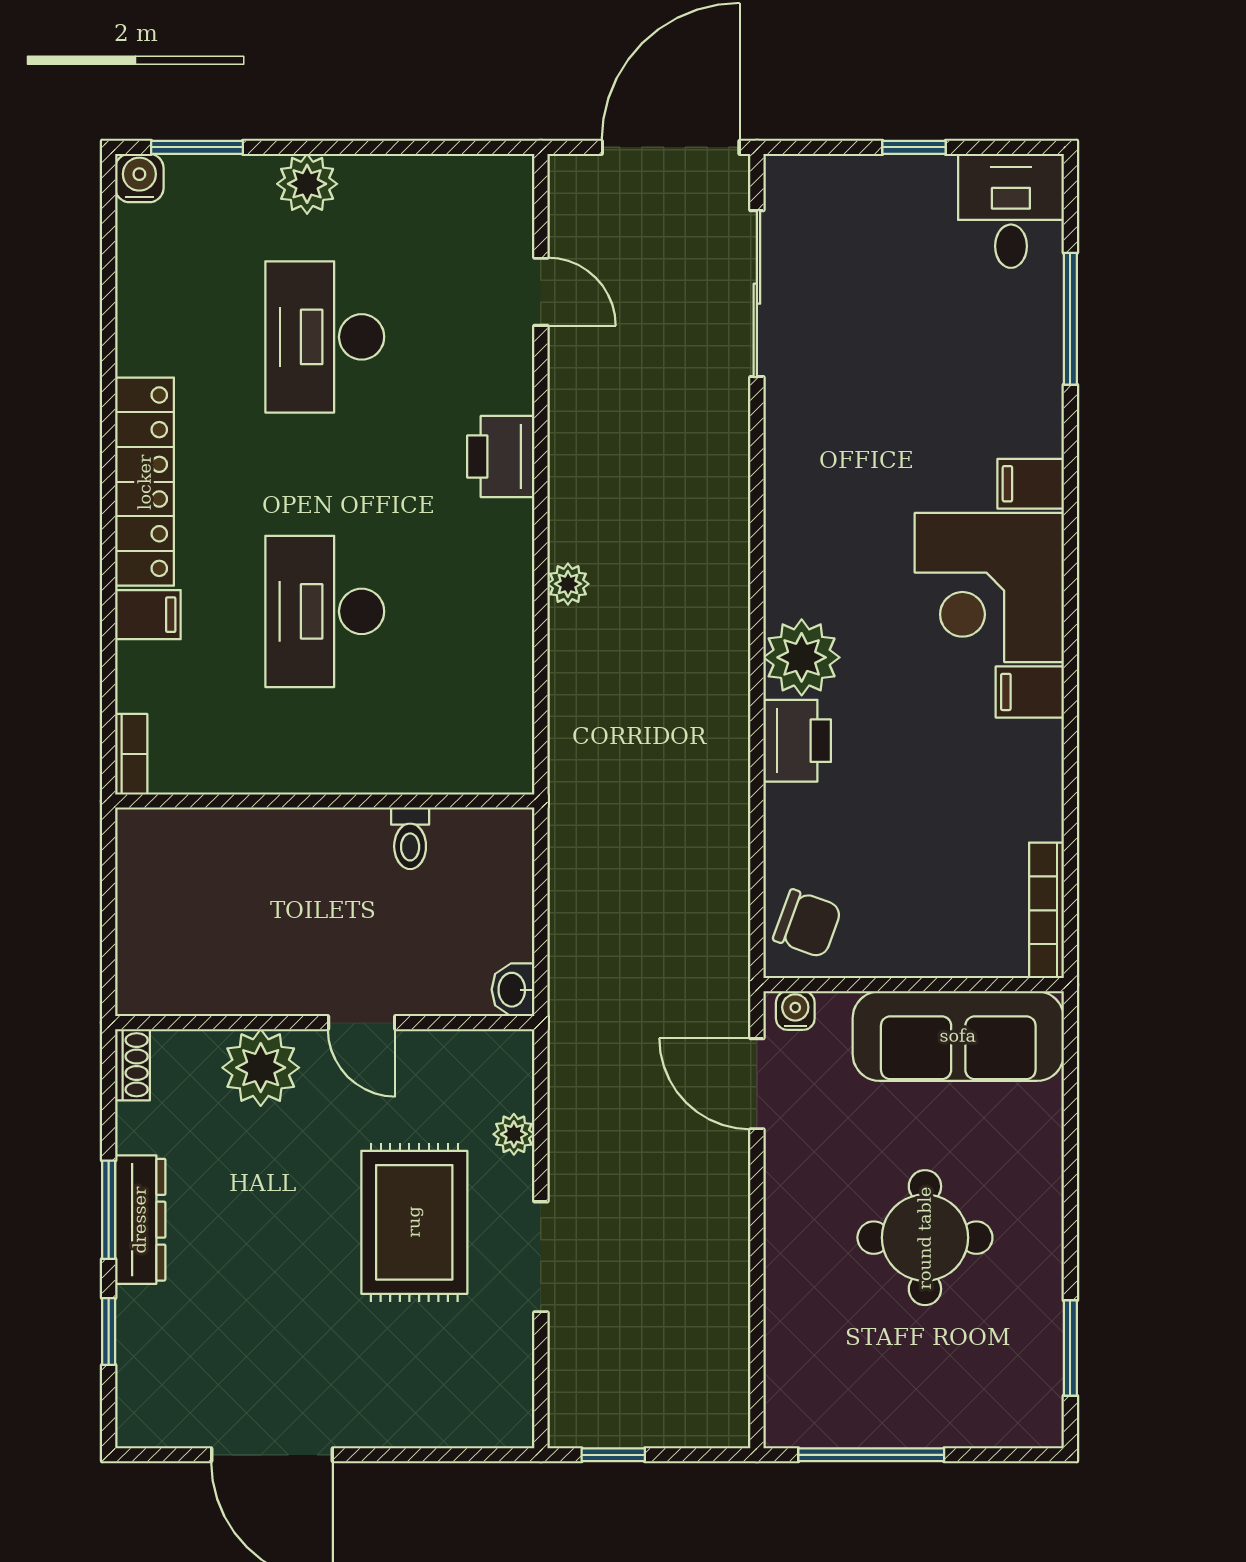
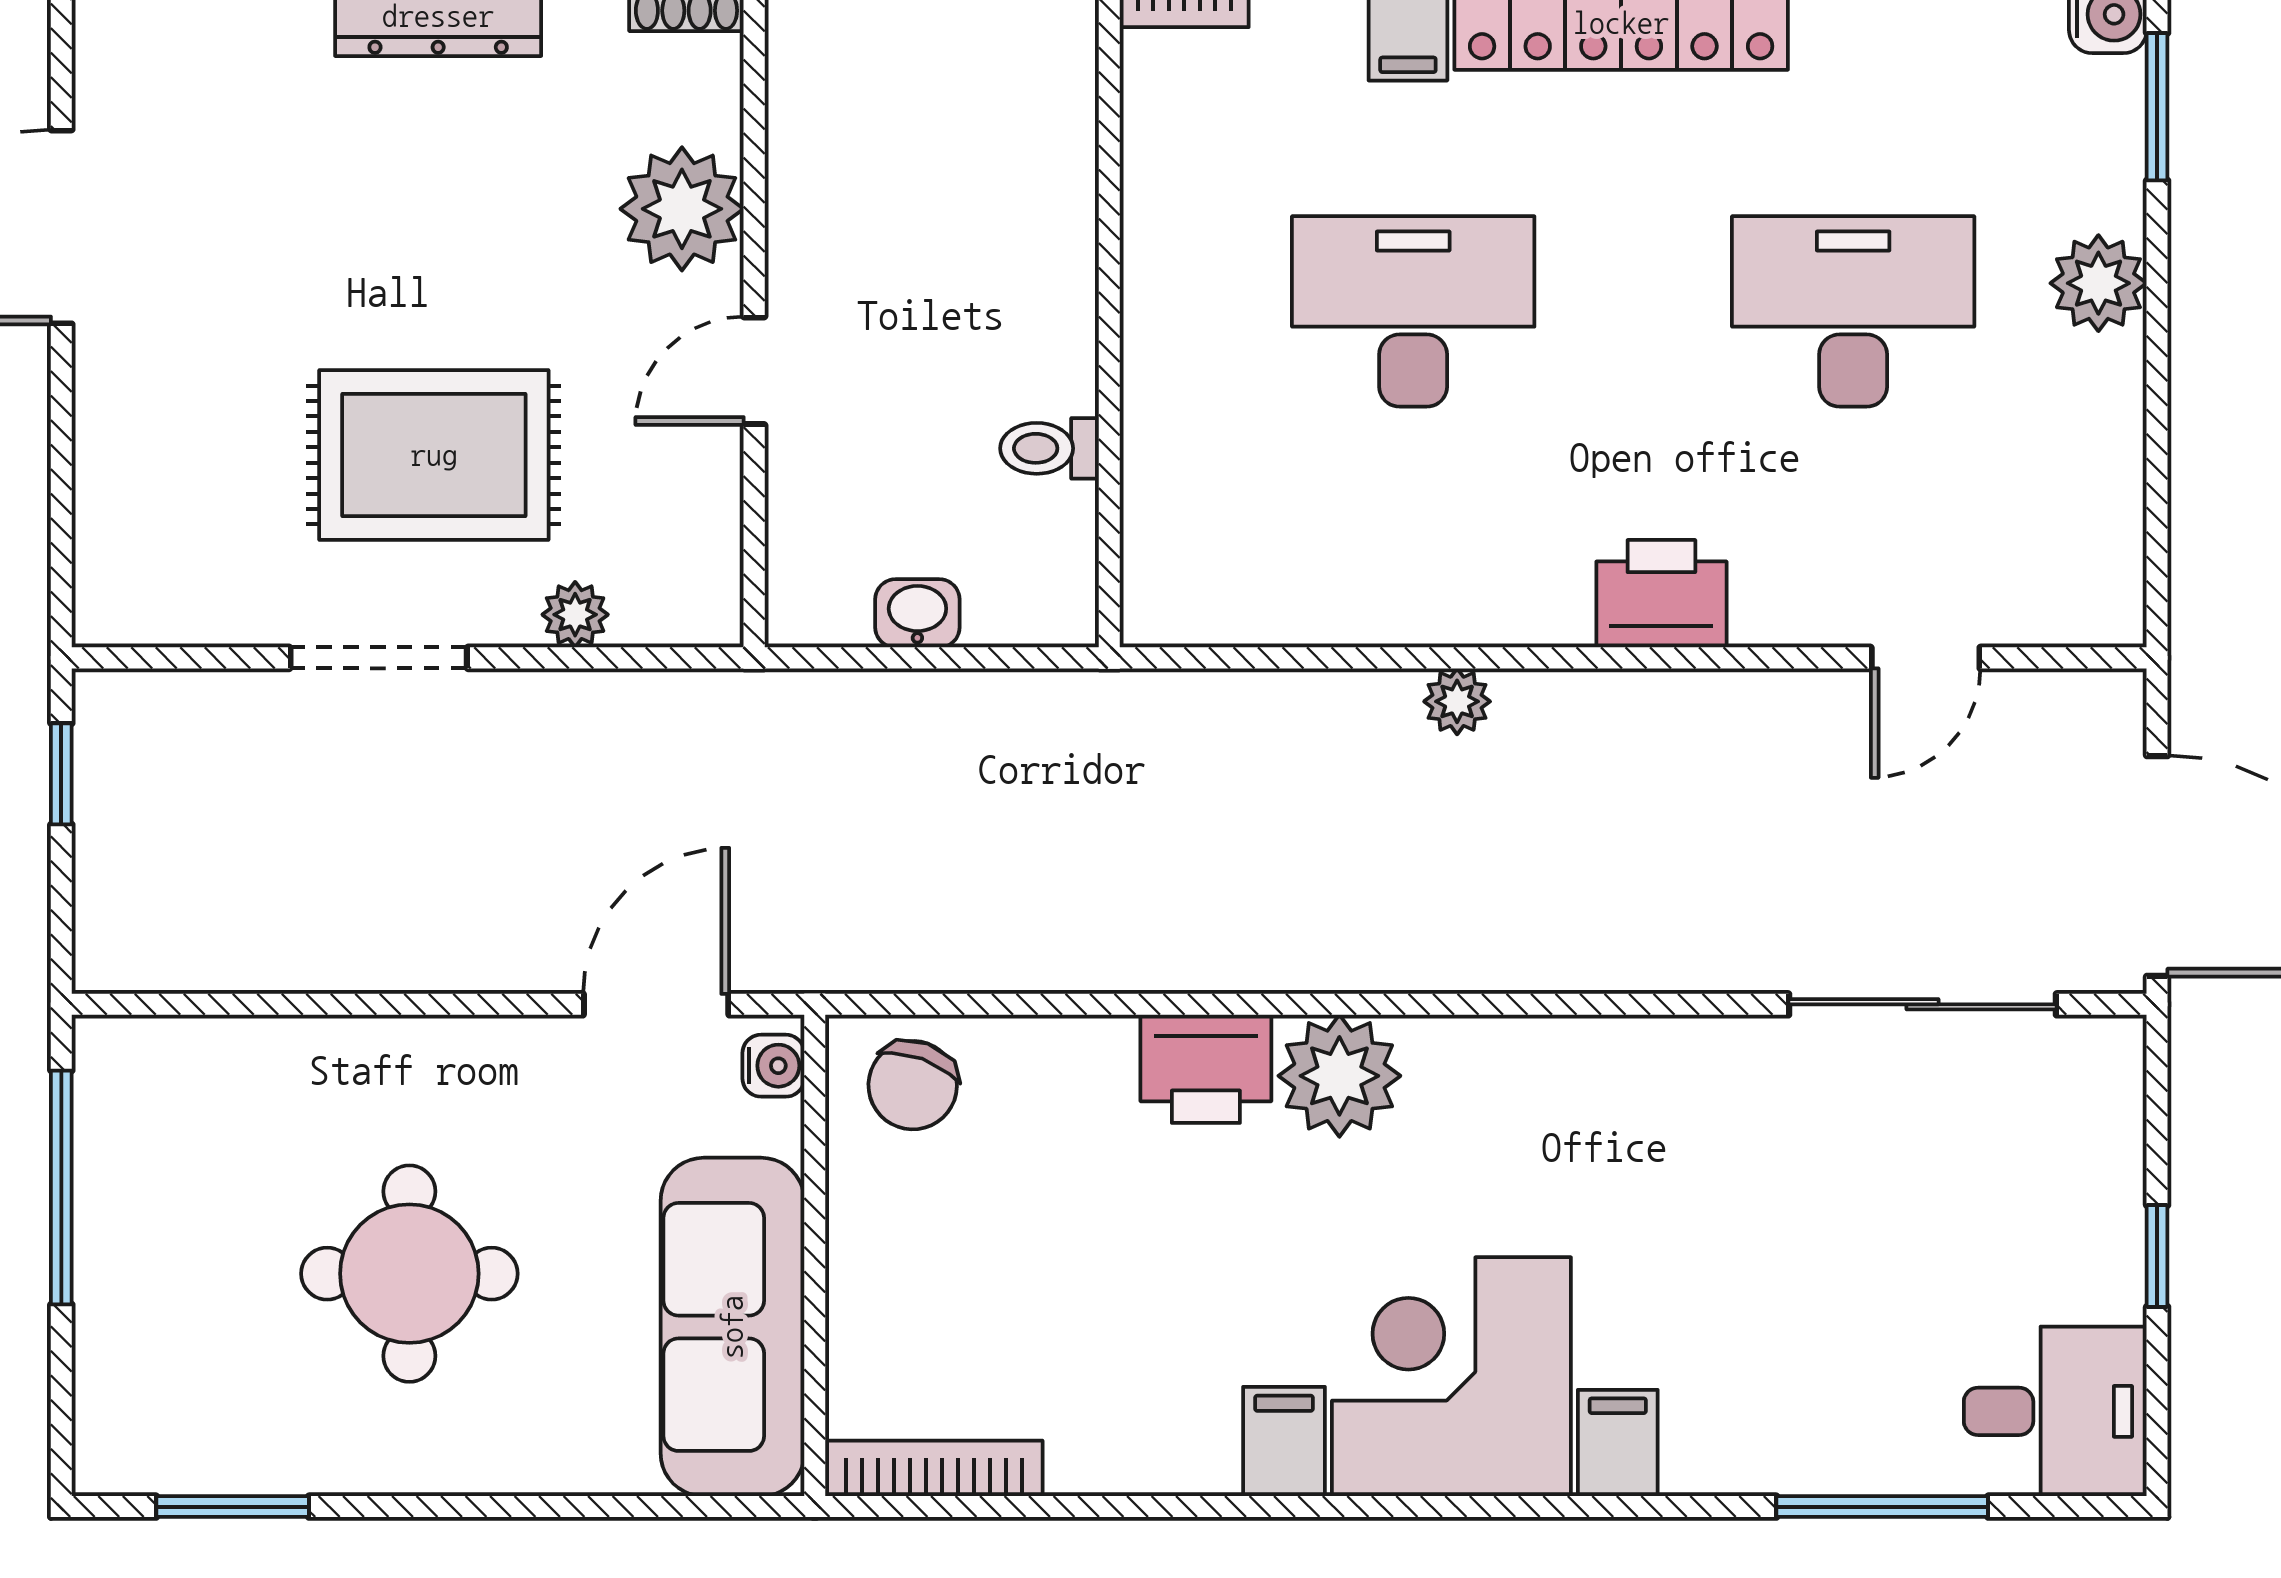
washbasin: (513, 990) -> (917, 613), moved

